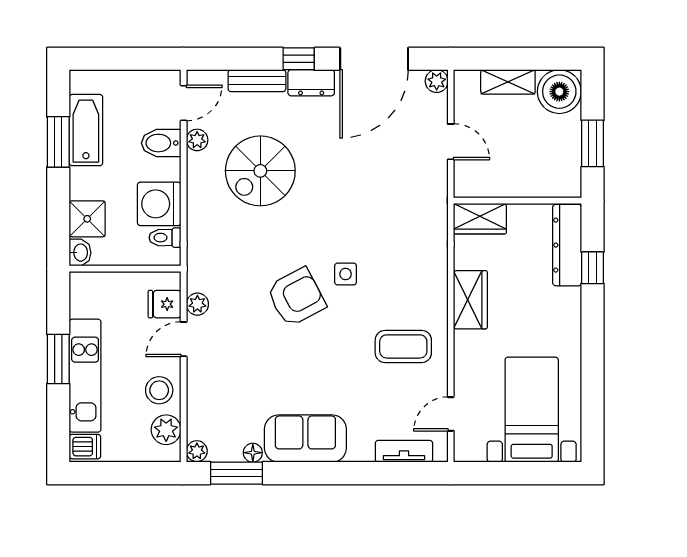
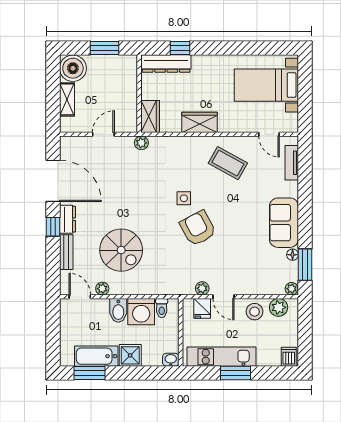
plant: (437, 81) -> (141, 143), moved
window: (58, 142) -> (89, 373), moved
bidet: (161, 143) -> (118, 310), moved
shower: (87, 219) -> (130, 355), moved
coffee table: (403, 346) -> (228, 163), turned -61
kitchen unit: (85, 376) -> (222, 357), moved

